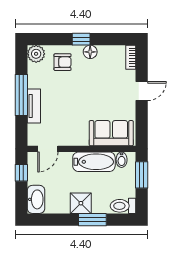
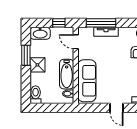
window: (21, 95) -> (101, 23), moved
sofa: (111, 133) -> (87, 81), width x1.36
window: (142, 175) -> (57, 108), removed
window: (92, 220) -> (26, 55), moved

